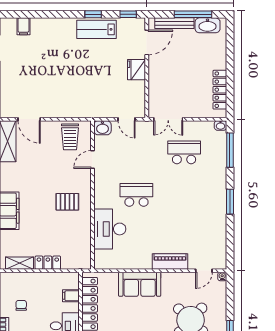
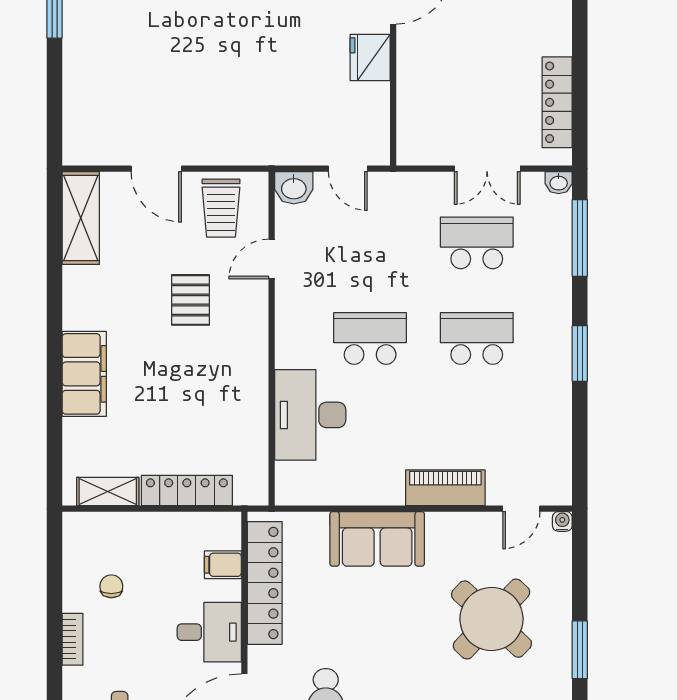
door: (29, 119) -> (156, 169), moved
double door: (168, 119) -> (487, 169), moved
school desk: (184, 195) -> (477, 339), added
pallet: (67, 202) -> (191, 300), moved, turned 90
locker: (48, 263) -> (187, 490), width x1.53

